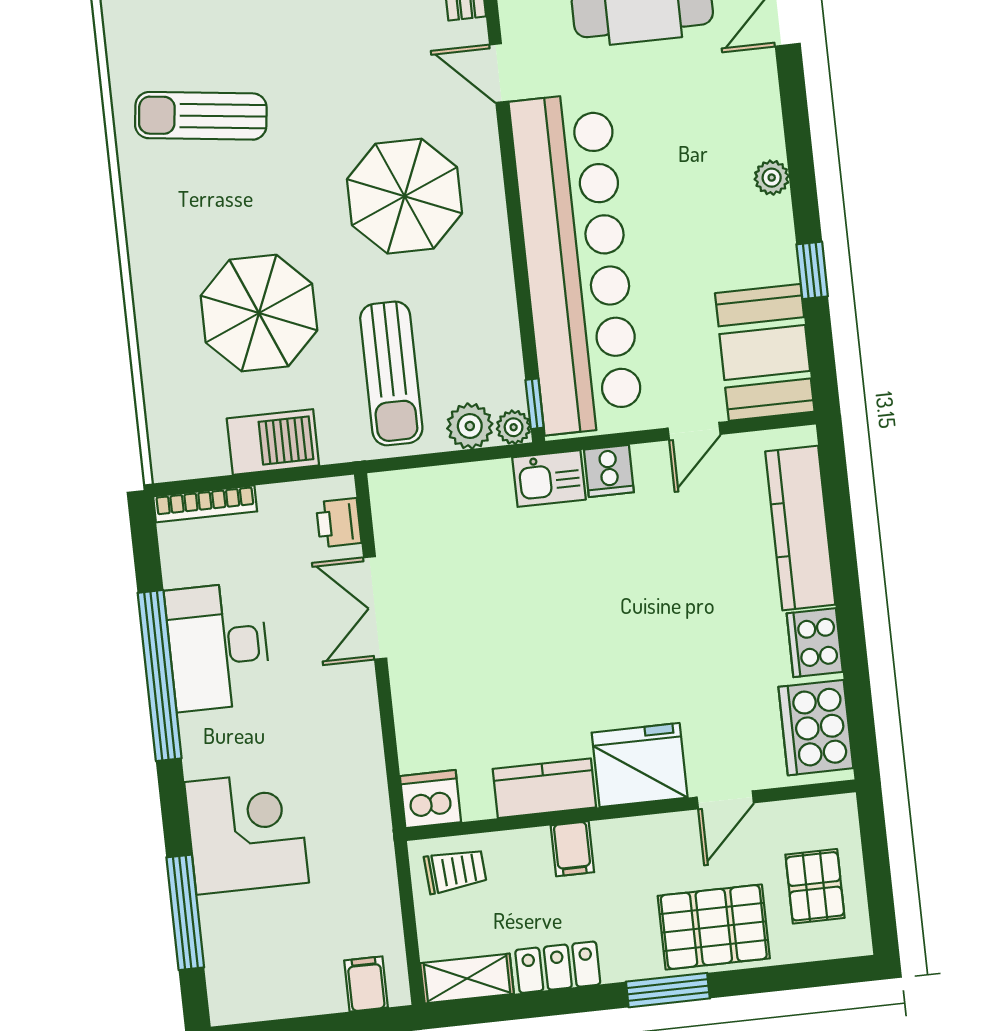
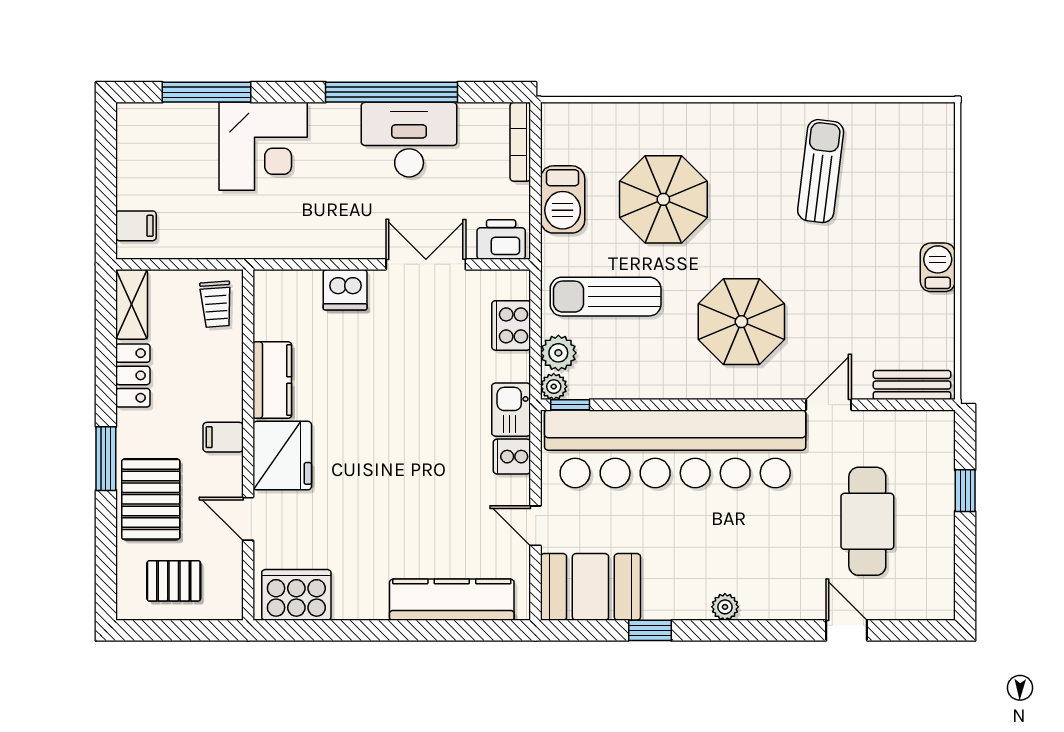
printer: (339, 523) -> (501, 239), width x1.36, depth x1.24
cooker: (815, 643) -> (511, 325), moved, turned -90
dishwasher: (431, 799) -> (345, 290), moved, turned 90
filing cabinet: (572, 849) -> (223, 437), moved

